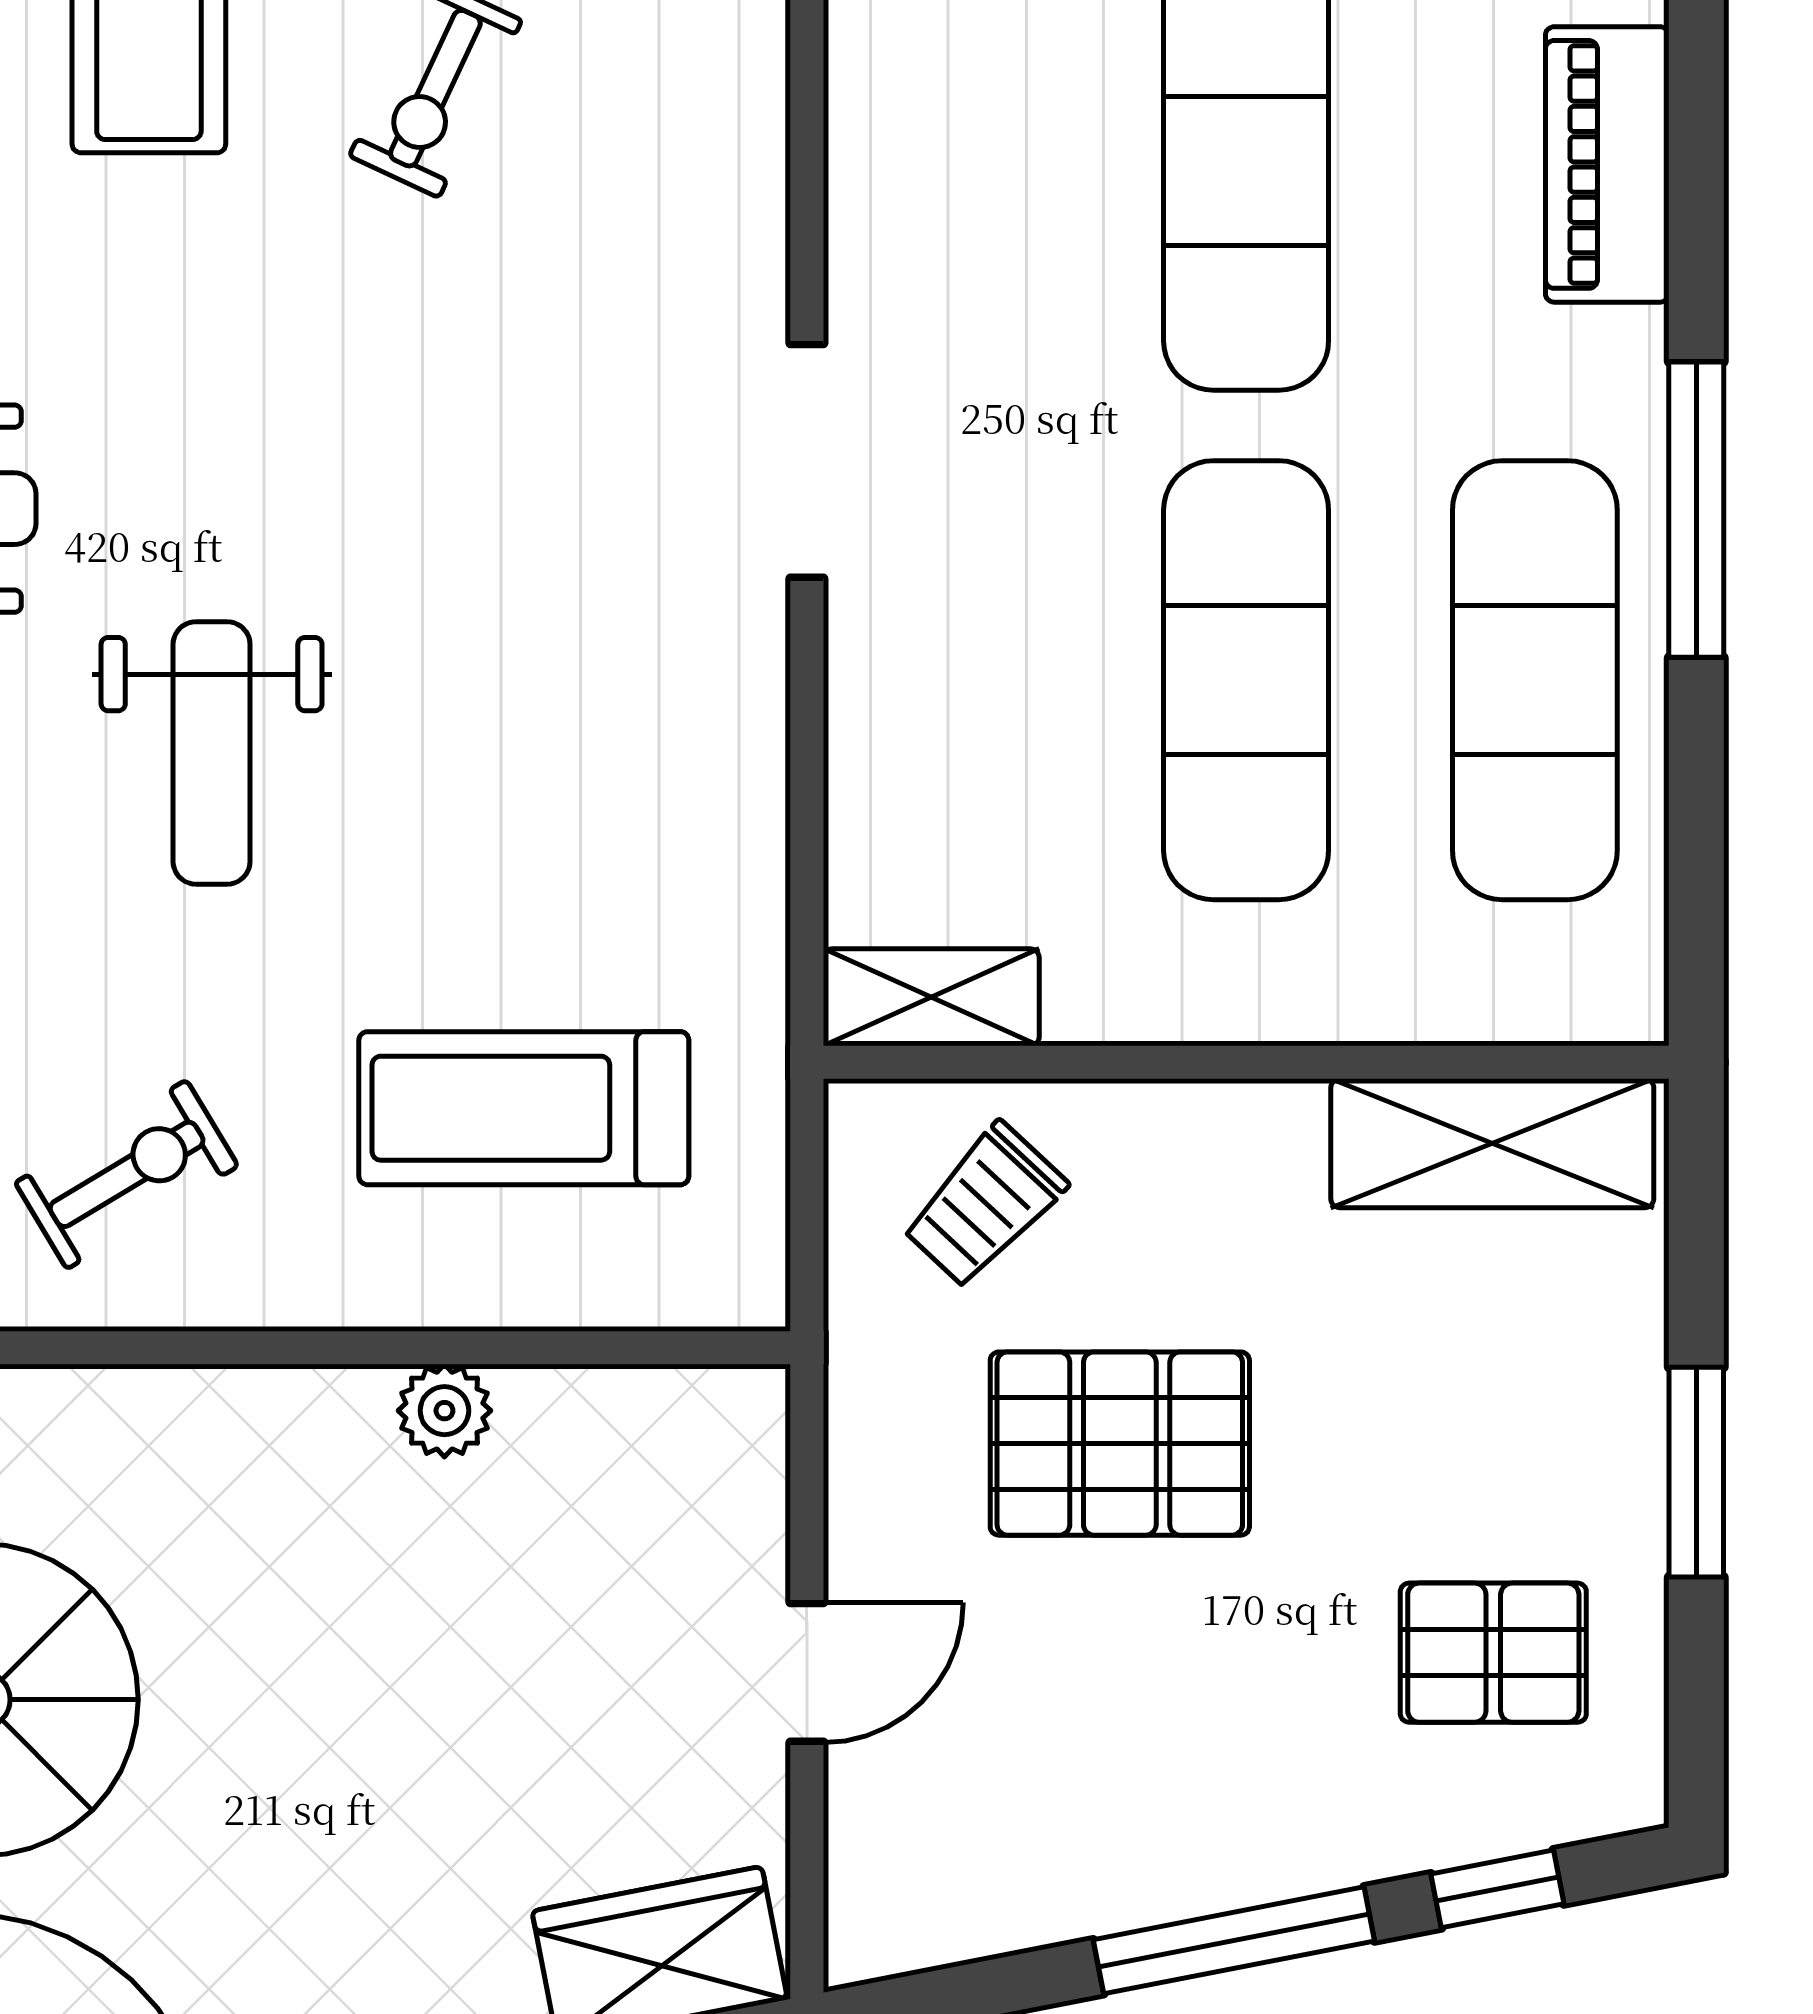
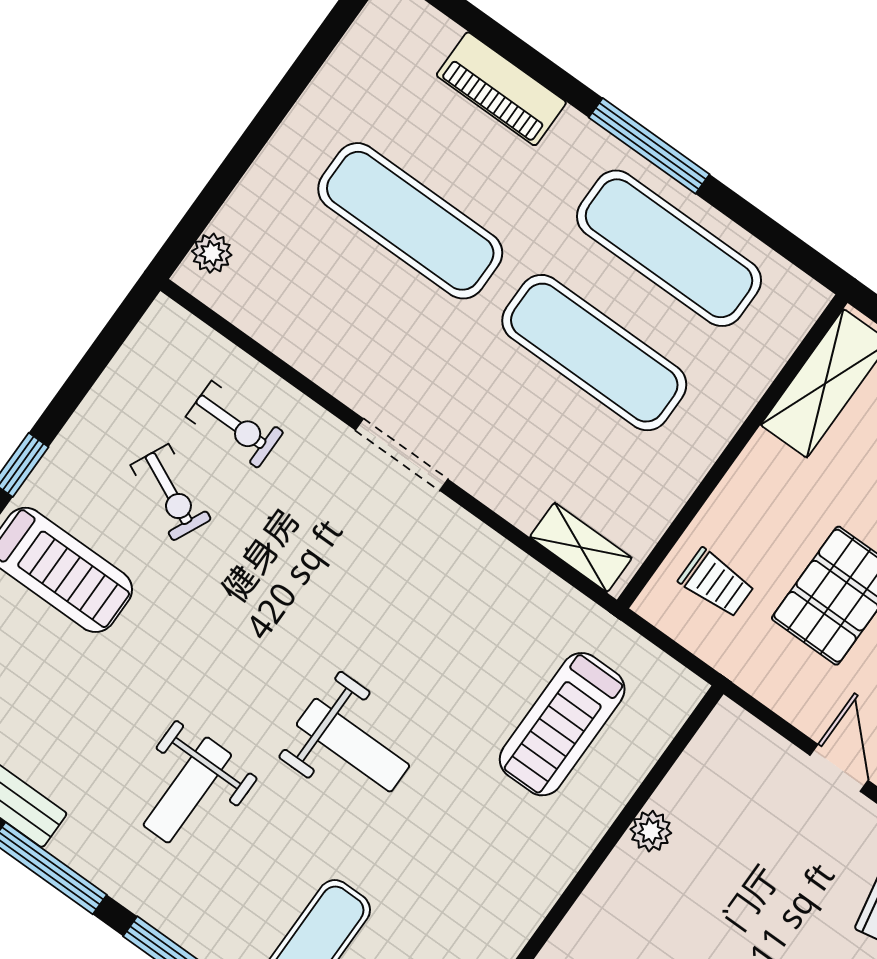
shelving: (931, 997) -> (581, 547), moved, turned 90
exercise bike: (127, 1174) -> (235, 424), moved, turned 121
trolley: (984, 1205) -> (716, 583), turned -43

